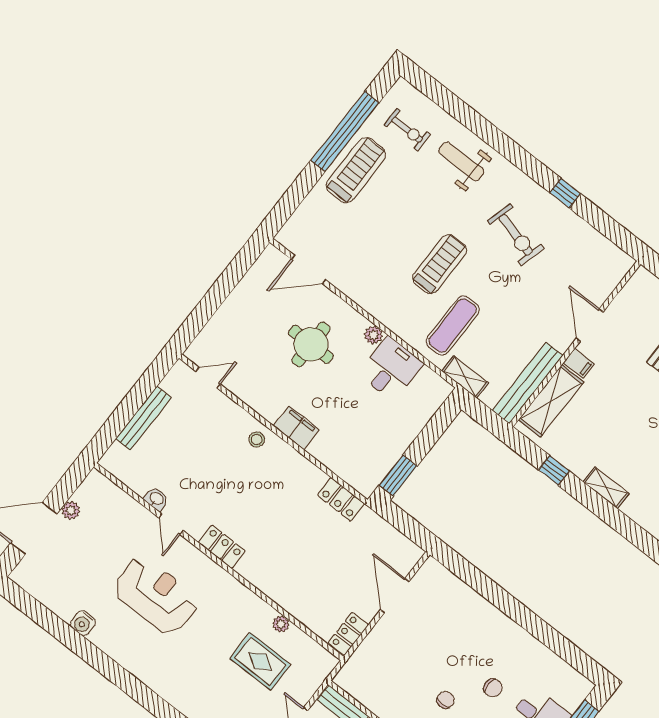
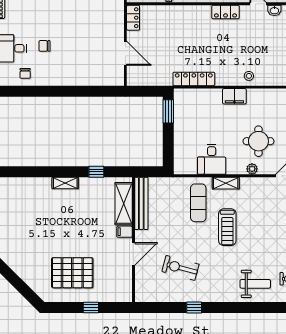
exercise bike: (516, 235) -> (180, 268), moved
door: (590, 325) -> (133, 254), hinge flipped
plant: (373, 335) -> (252, 169), moved
shelving: (465, 377) -> (226, 183), moved
locker: (341, 499) -> (194, 79), width x1.53
chair: (445, 700) -> (25, 73), moved

